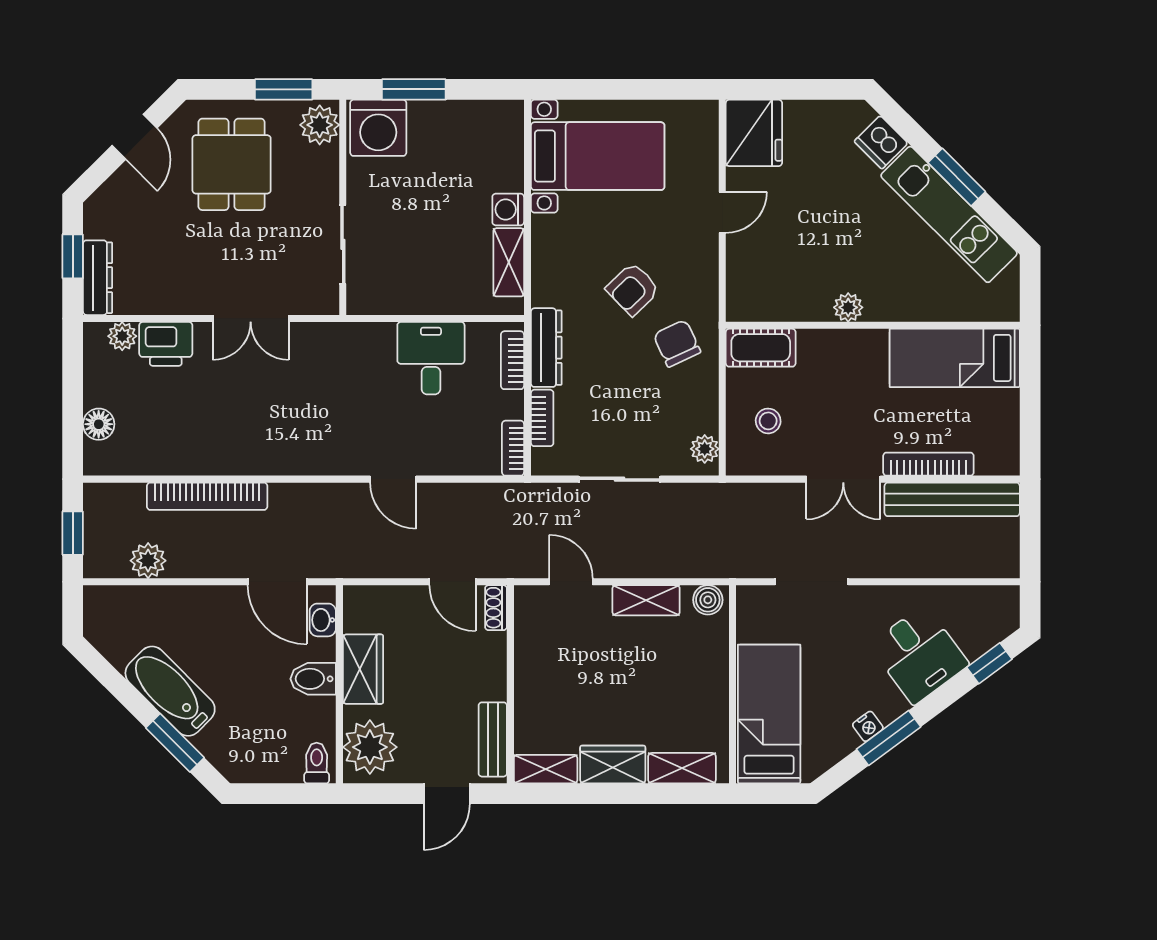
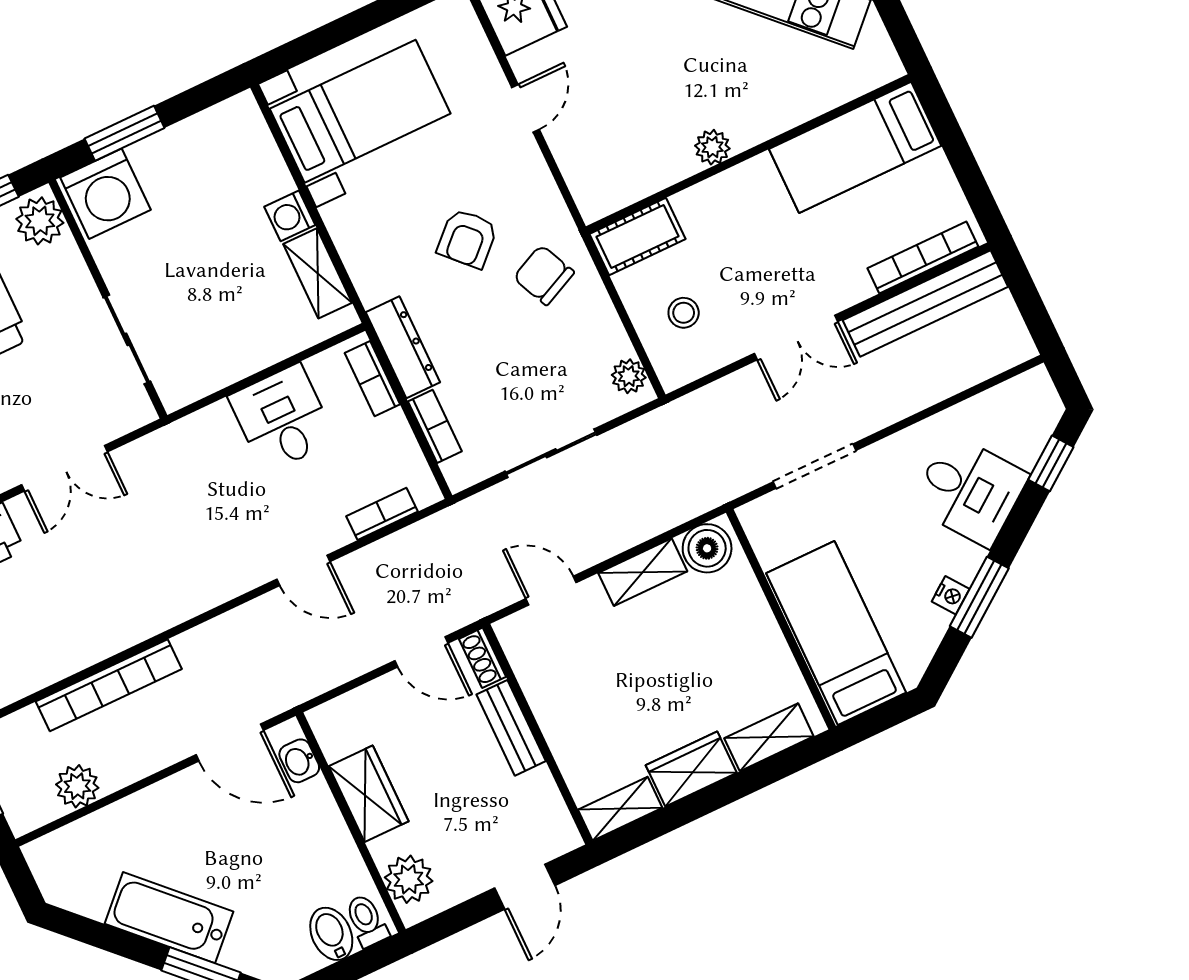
bookcase: (513, 448) -> (382, 514), moved, turned 90
bookcase: (928, 464) -> (923, 257), moved
boiler: (708, 600) -> (707, 548), width x1.36, depth x1.36
bidet: (313, 679) -> (331, 934), moved, turned 90
bench: (493, 739) -> (511, 728), moved
plant: (370, 747) -> (409, 879), width x0.73, depth x0.73

